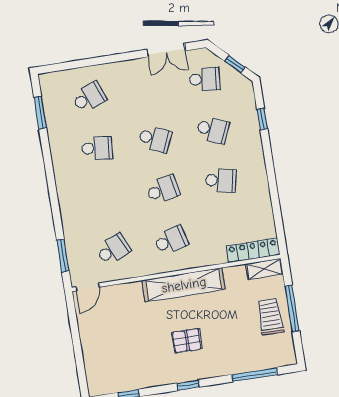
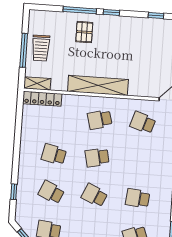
school desk: (113, 249) -> (143, 123), turned 42
pallet: (187, 341) -> (84, 32), moved, turned 90
window: (255, 375) -> (80, 10), moved

